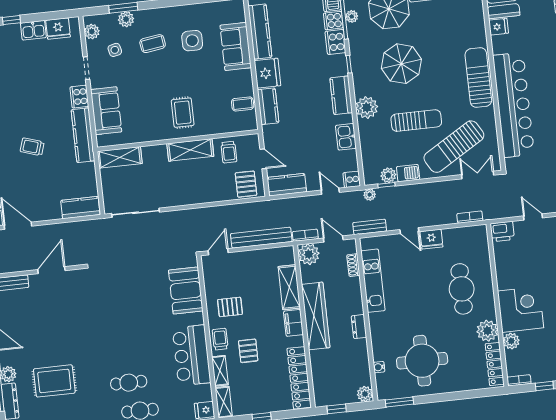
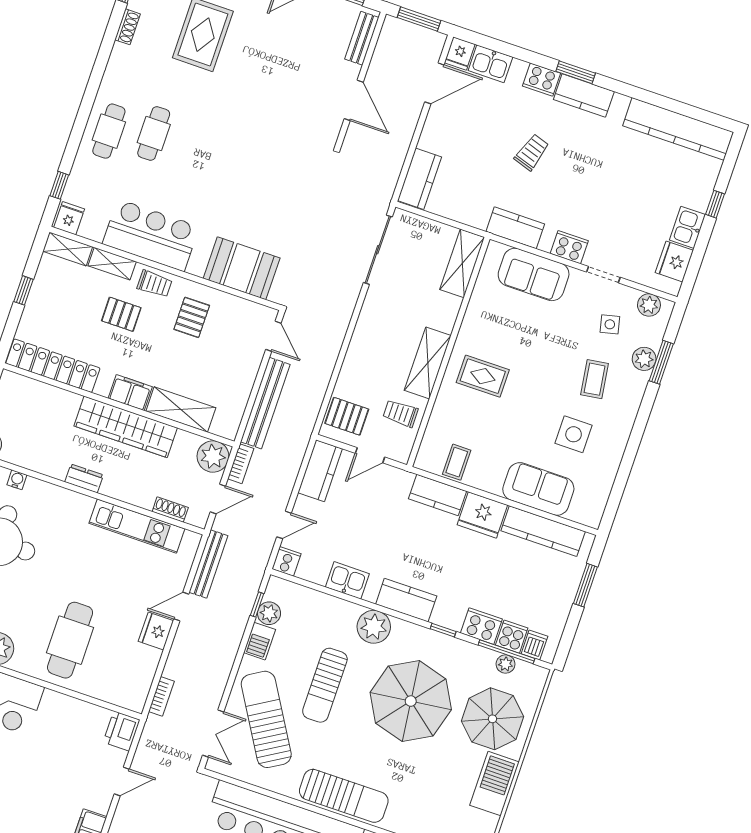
parasol: (401, 64) -> (411, 701), width x1.36, depth x1.36
kitchen counter: (83, 135) -> (515, 228), width x0.67
plant: (370, 195) -> (255, 576), removed
bench: (370, 227) -> (208, 564), width x1.36
cafe table: (462, 289) -> (70, 640), turned 90

